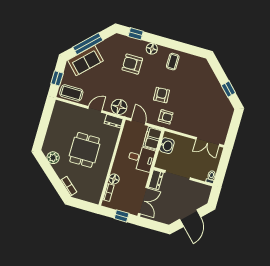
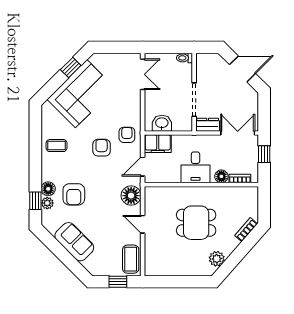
plant: (131, 42) -> (47, 203), added
window: (88, 44) -> (65, 256), removed
floor lamp: (152, 49) -> (48, 189), moved
sofa: (85, 60) -> (74, 242), moved
corner sofa: (206, 91) -> (81, 94), added
armchair: (161, 95) -> (102, 148), turned 93
dresser: (114, 121) -> (150, 197), removed
desk: (141, 159) -> (196, 167), moved, turned 180

